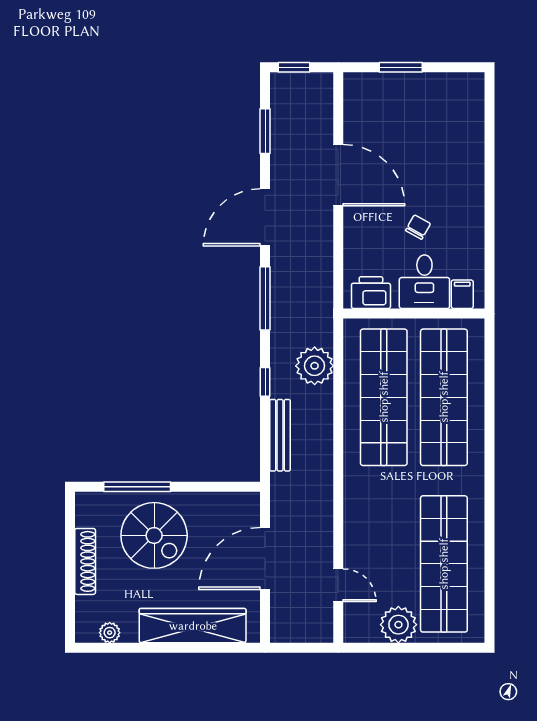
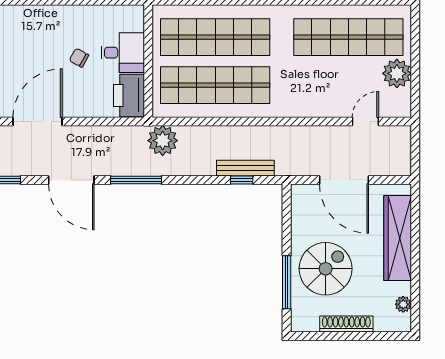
printer: (371, 293) -> (129, 95), width x1.37, depth x1.19
filing cabinet: (462, 294) -> (133, 22), removed
plant: (315, 366) -> (163, 141), moved
window: (265, 382) -> (242, 180), moved

